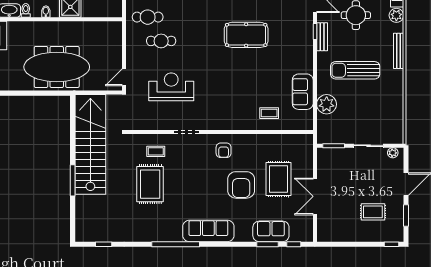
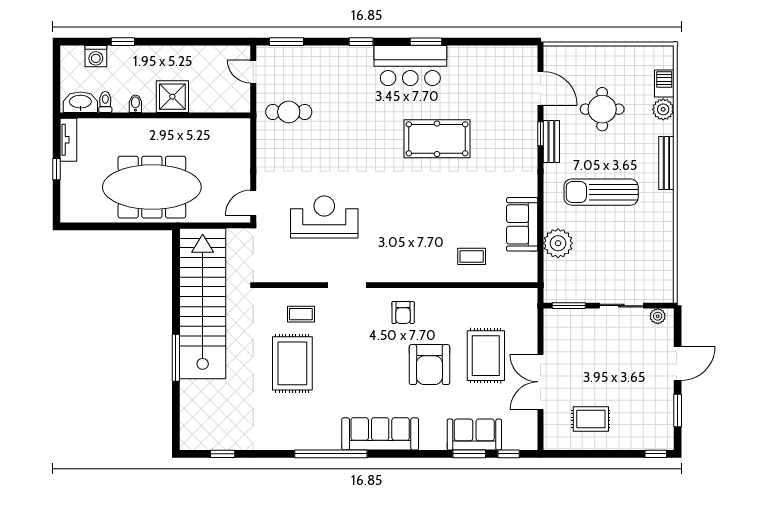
cafe table: (161, 41) -> (309, 148), removed
rug: (373, 212) -> (591, 419), moved

